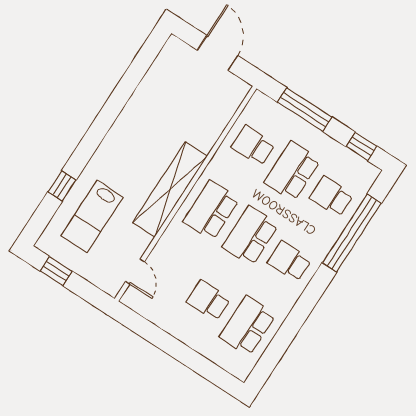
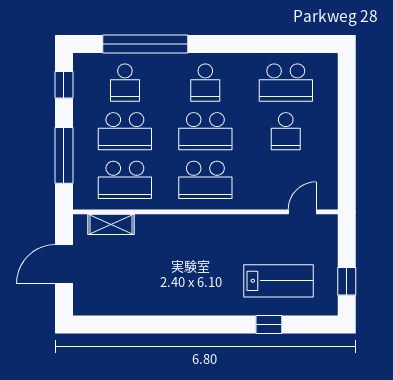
school desk: (253, 146) -> (125, 180), width x1.85
shelving: (170, 189) -> (111, 224), moved, width x0.45, depth x0.75

